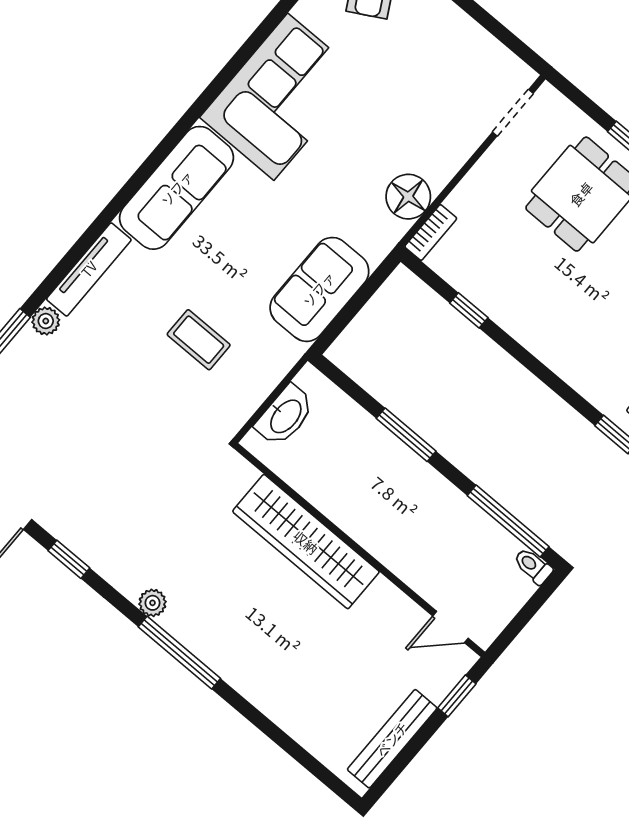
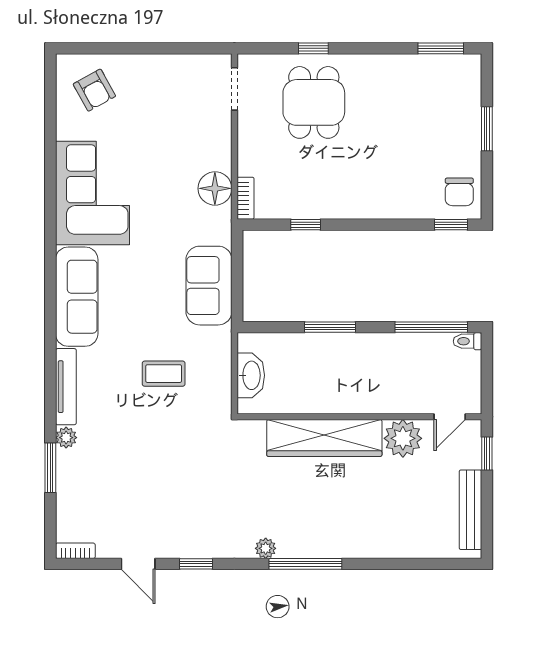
plant: (385, 609) -> (403, 438), added

